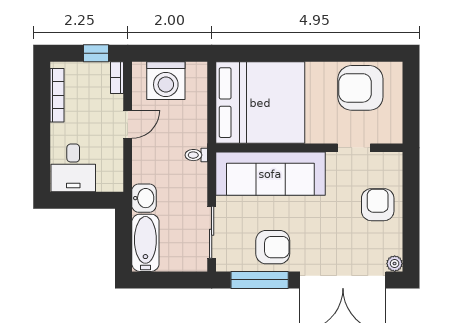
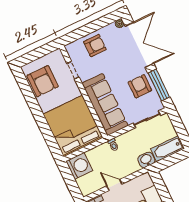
washing machine: (166, 81) -> (79, 166), moved
armchair: (378, 205) -> (95, 46), turned 180

